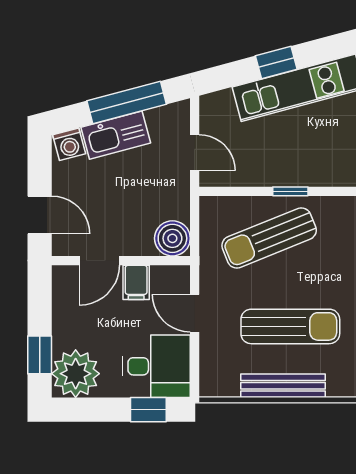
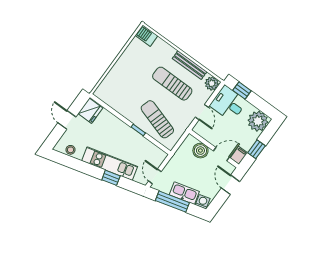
door: (195, 153) -> (155, 176), moved
boiler: (172, 238) -> (200, 151), moved
sun lounger: (269, 238) -> (157, 119), turned -141
filing cabinet: (136, 282) -> (239, 155), moved
window: (40, 355) -> (256, 149), moved
plant: (215, 381) -> (212, 83), added

